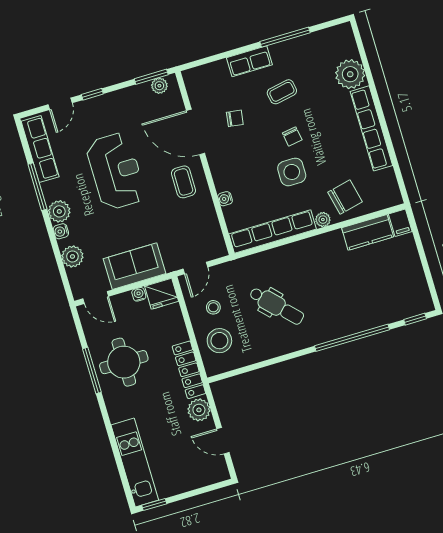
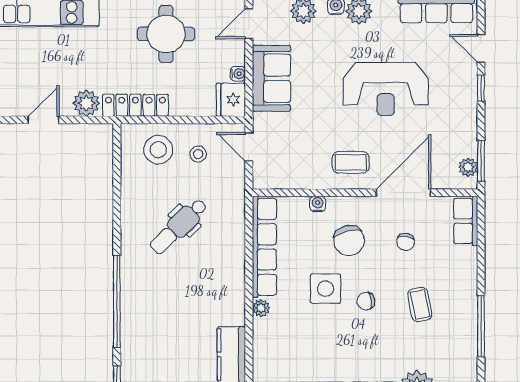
row of seats: (249, 61) -> (466, 221), moved
chair: (345, 197) -> (349, 240), moved

